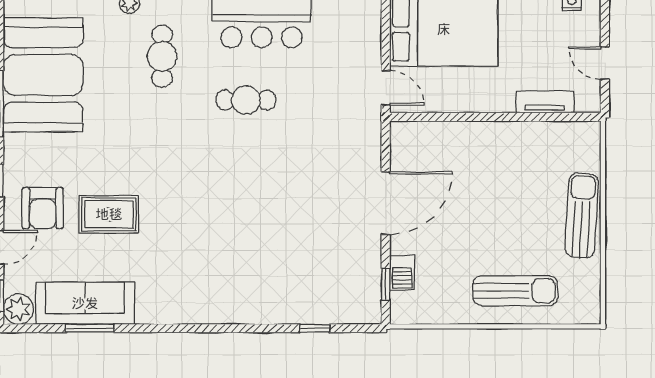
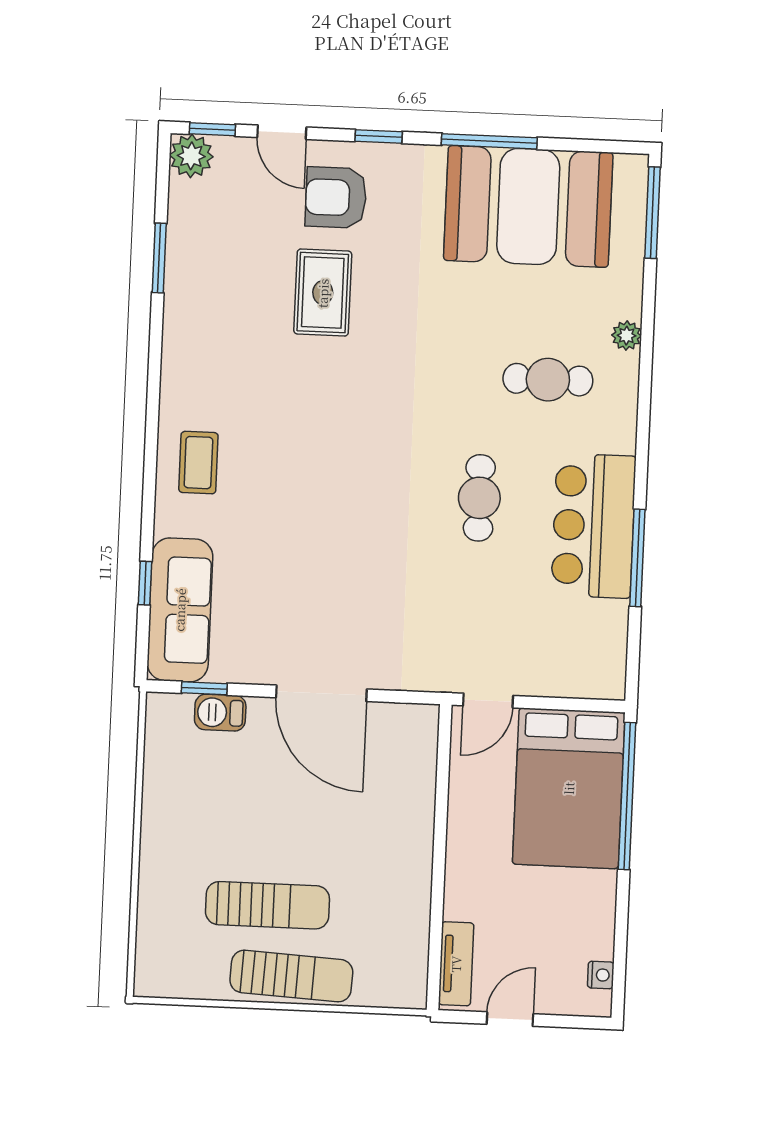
tv unit: (545, 102) -> (456, 964), moved
sun lounger: (515, 291) -> (267, 905), moved, turned -90
coffee table: (230, 295) -> (198, 463), added
sofa: (85, 303) -> (180, 610), moved

